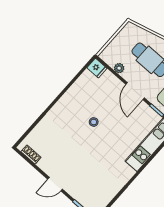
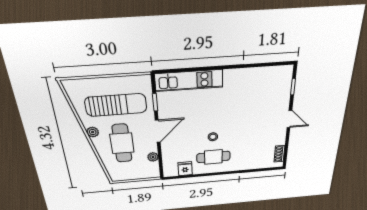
fridge: (97, 68) -> (185, 169), moved
cafe table: (77, 107) -> (213, 157), added

